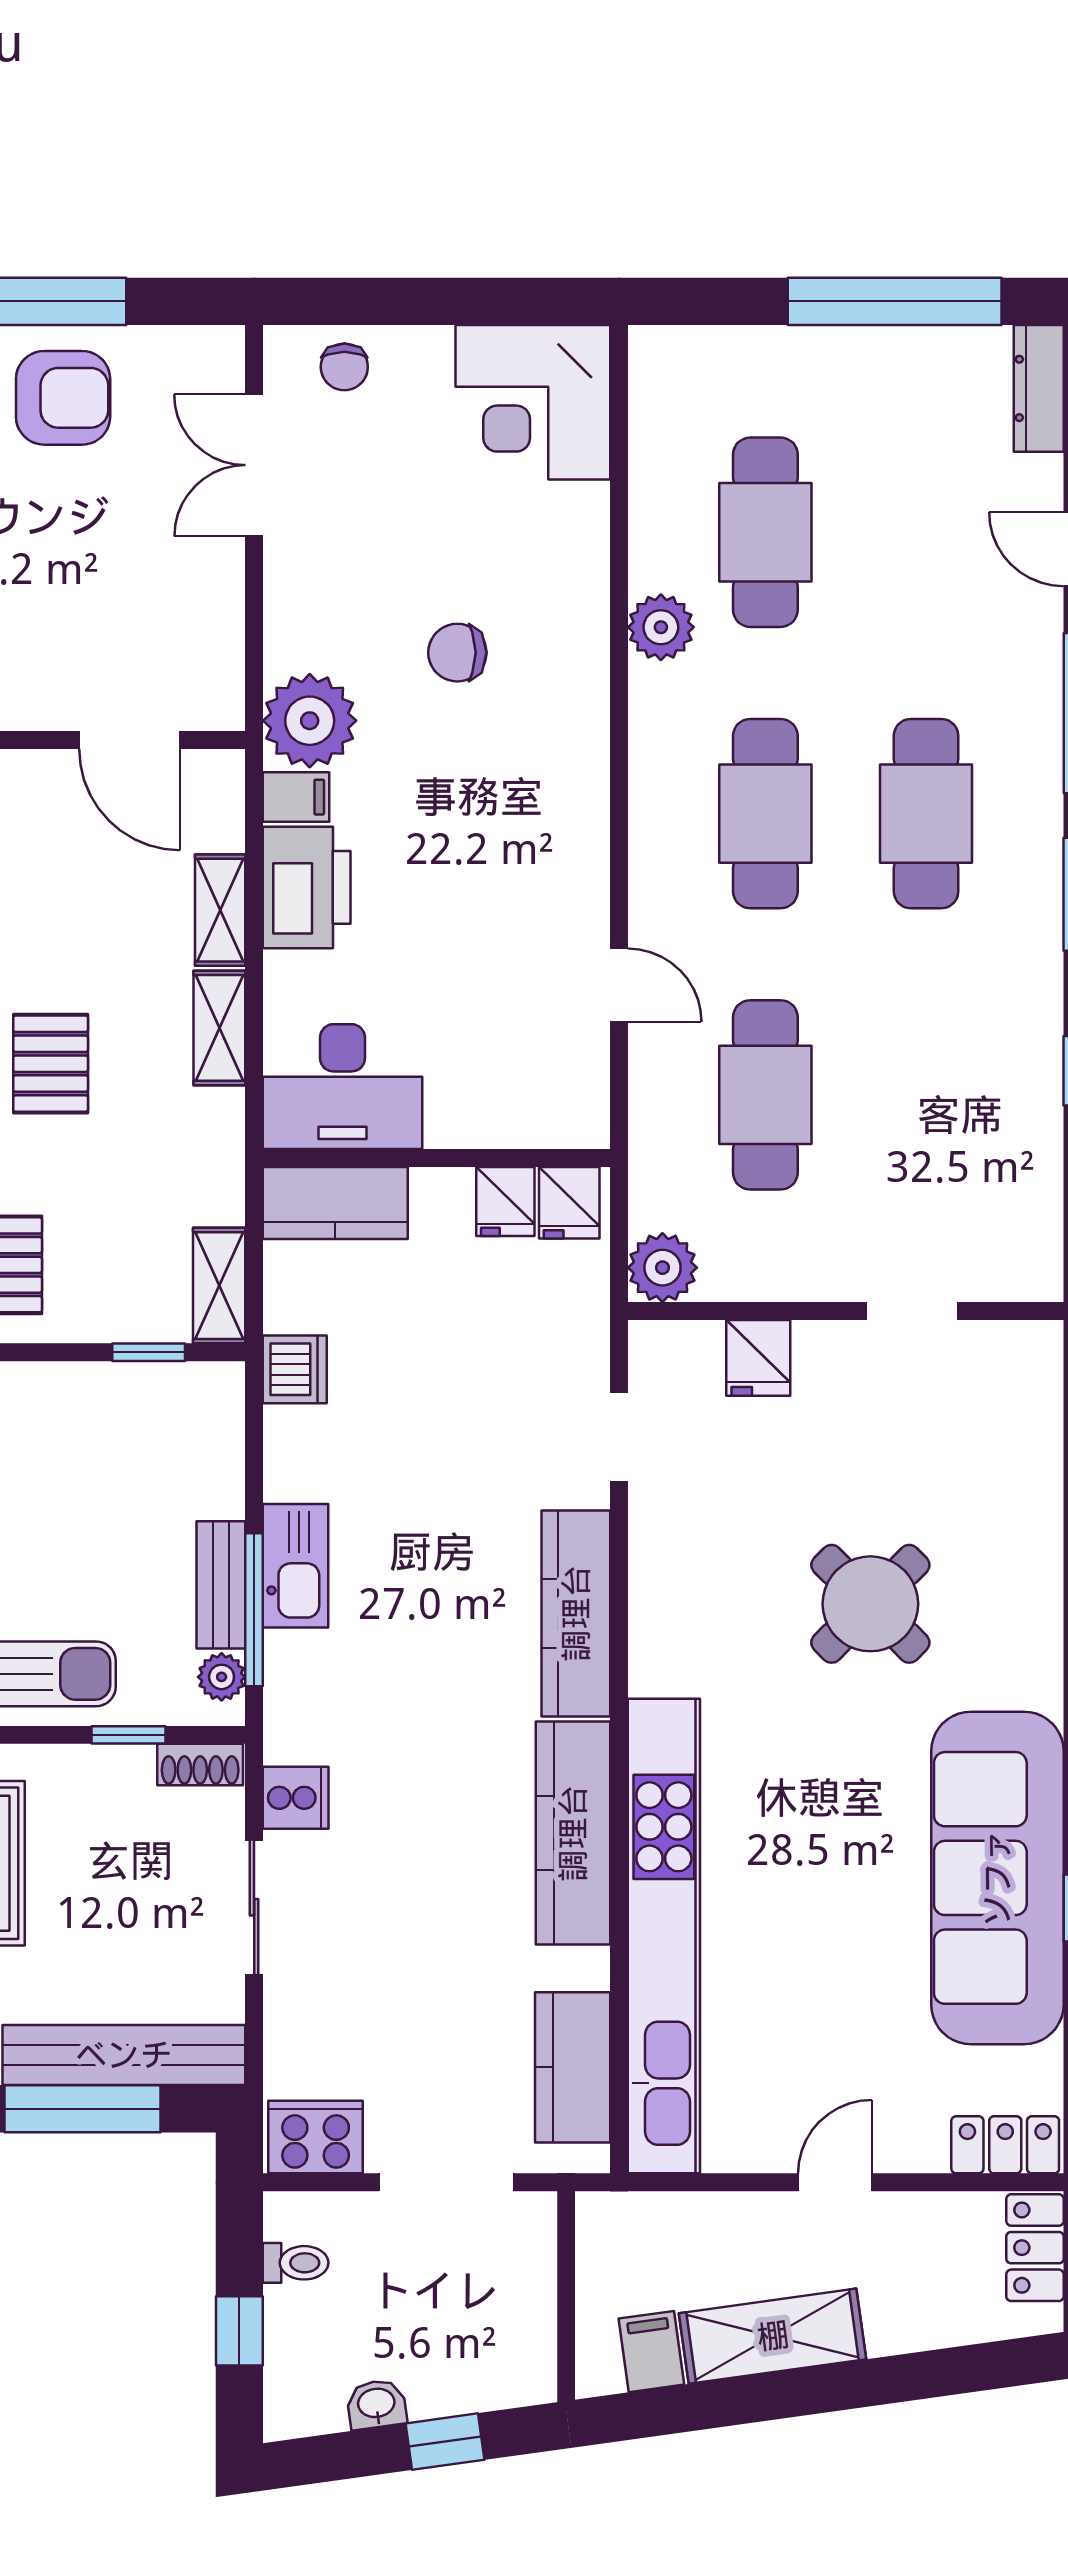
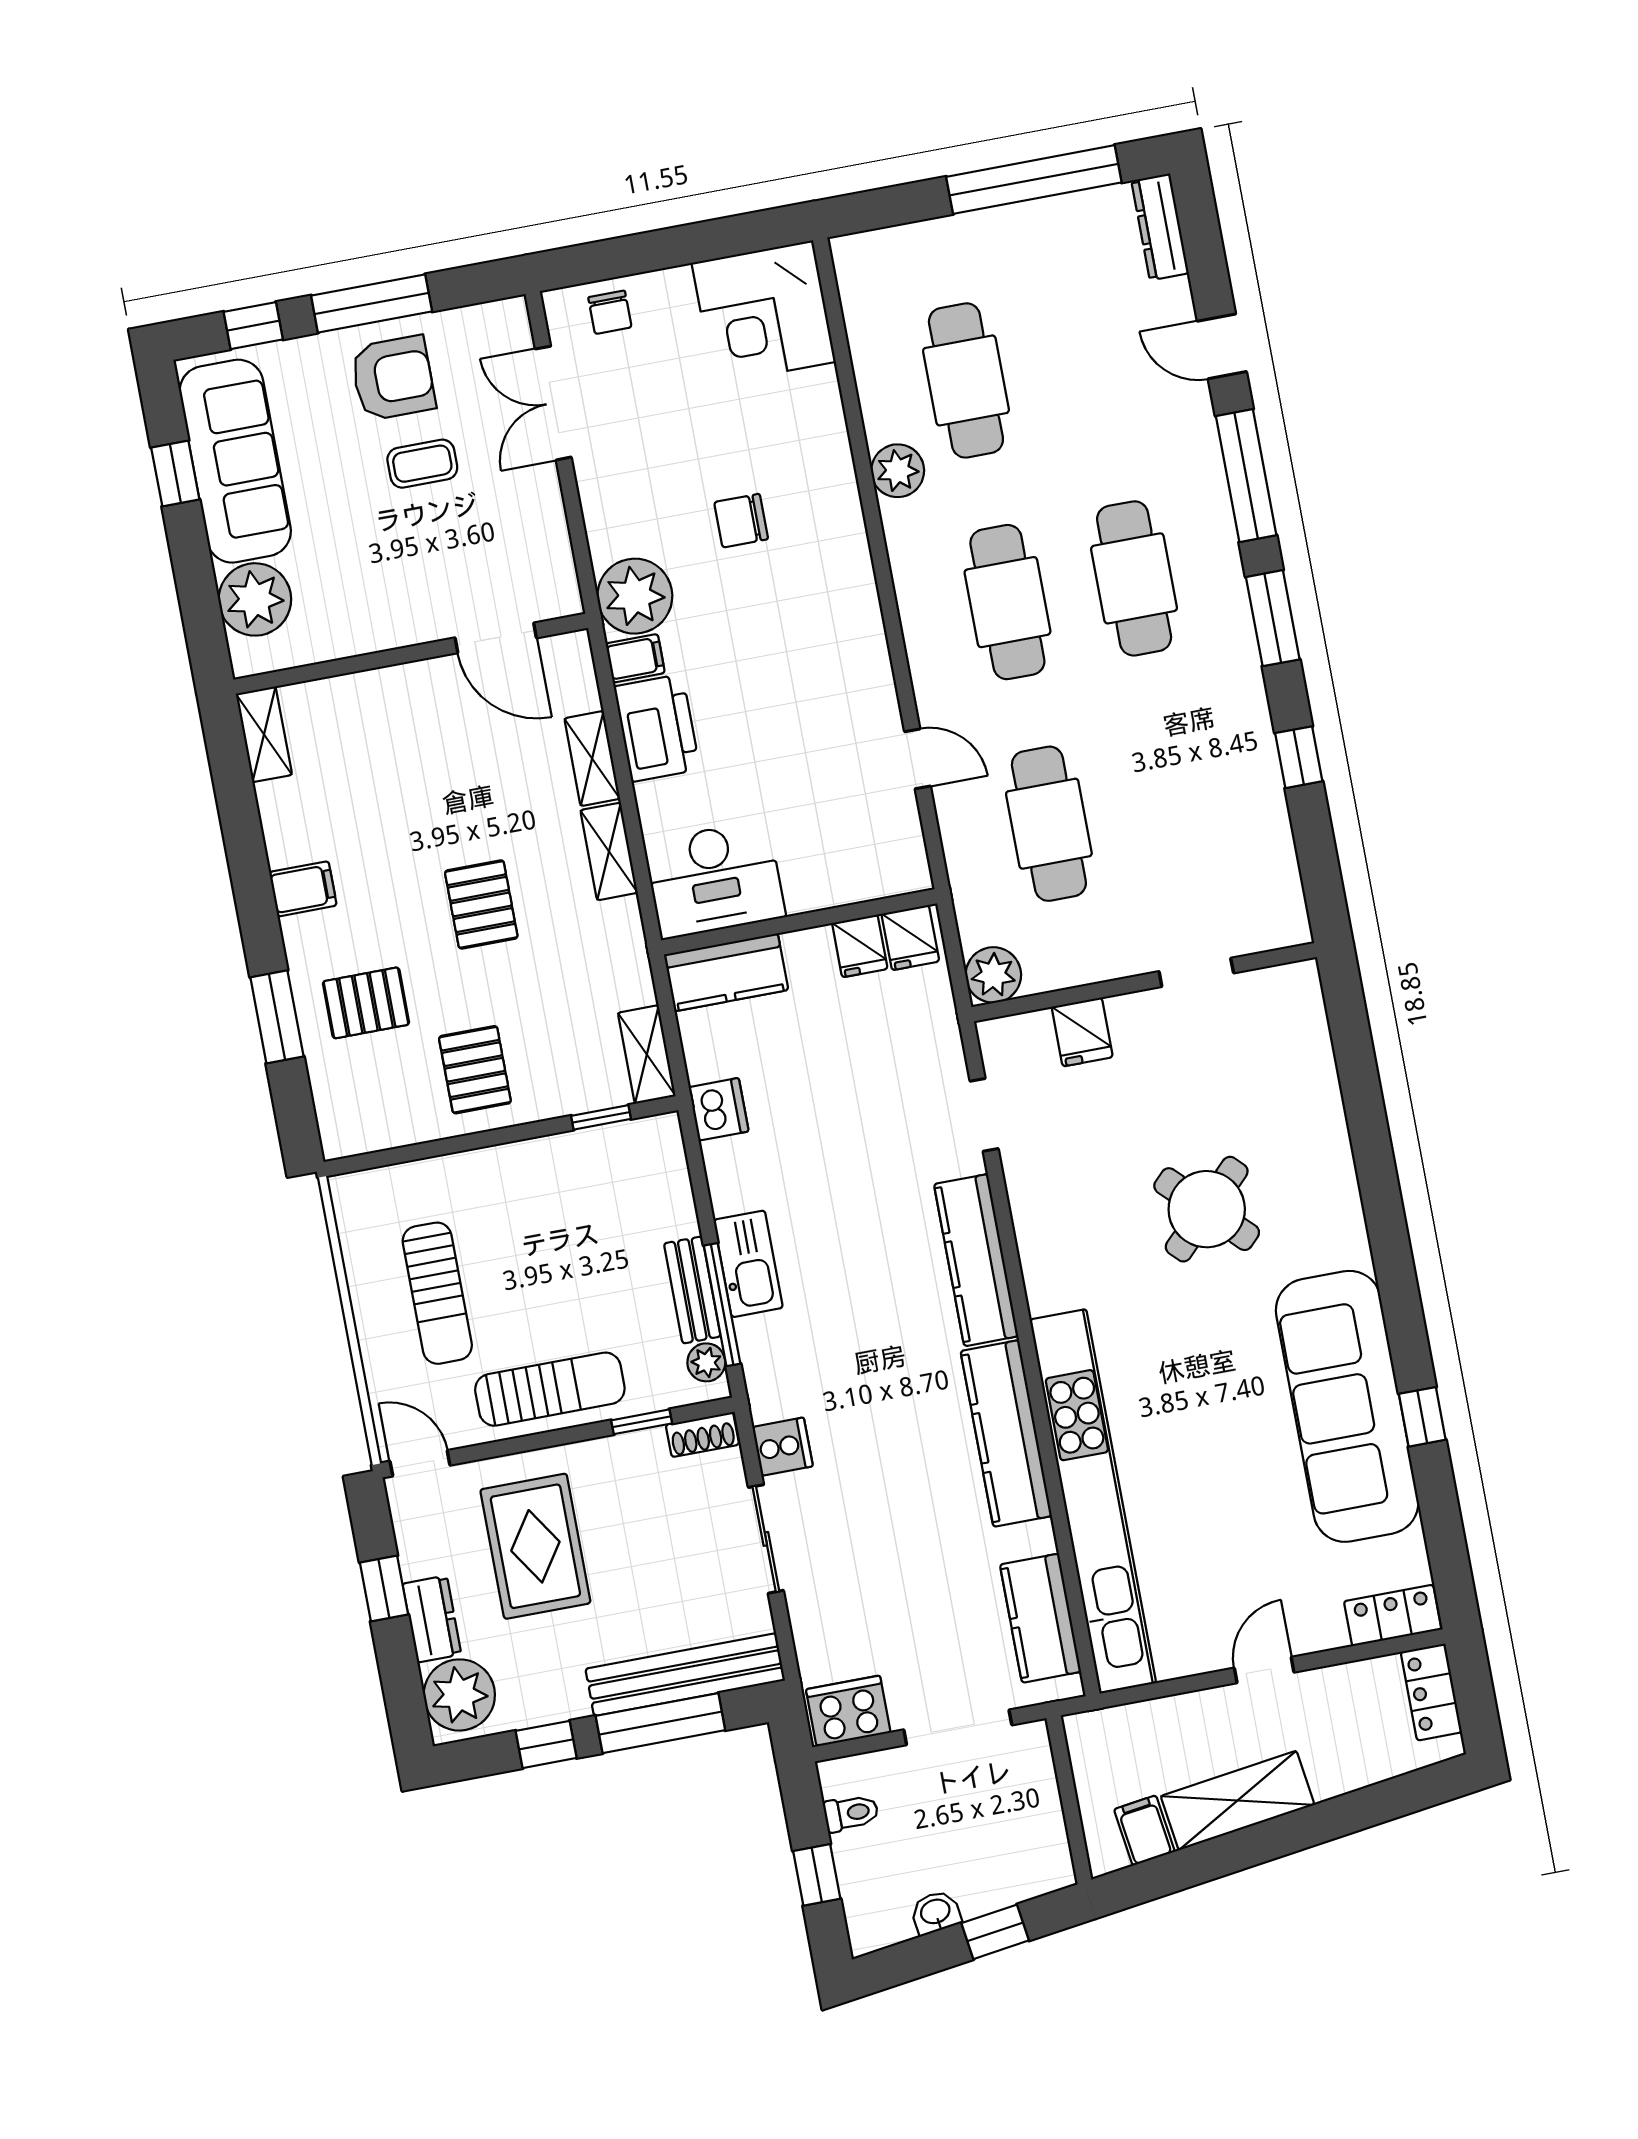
coffee table: (79, 509) -> (422, 464), added

